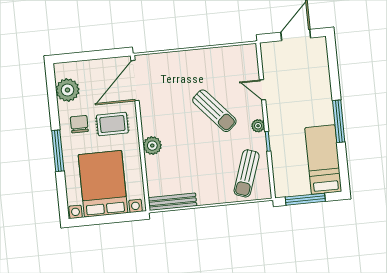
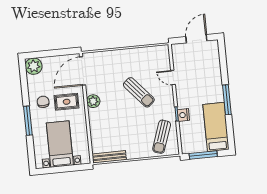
plant: (68, 90) -> (34, 66), moved
plant: (258, 126) -> (170, 103), removed
nightstand: (277, 143) -> (183, 115), added
plant: (152, 146) -> (93, 101), moved
bed with nightstands: (103, 184) -> (60, 144), width x0.73

